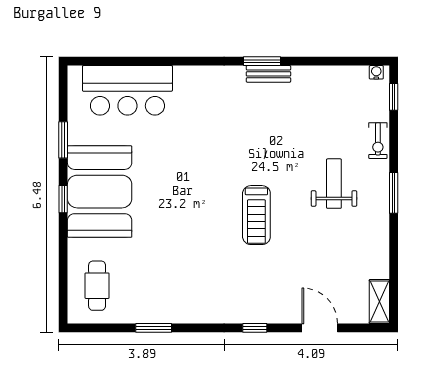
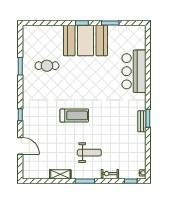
bar counter: (127, 90) -> (134, 71), moved
treadmill: (256, 215) -> (74, 115), turned 180
cafe table: (97, 286) -> (47, 66), moved
shelving: (379, 302) -> (60, 174), moved
door: (320, 328) -> (20, 146), hinge flipped

